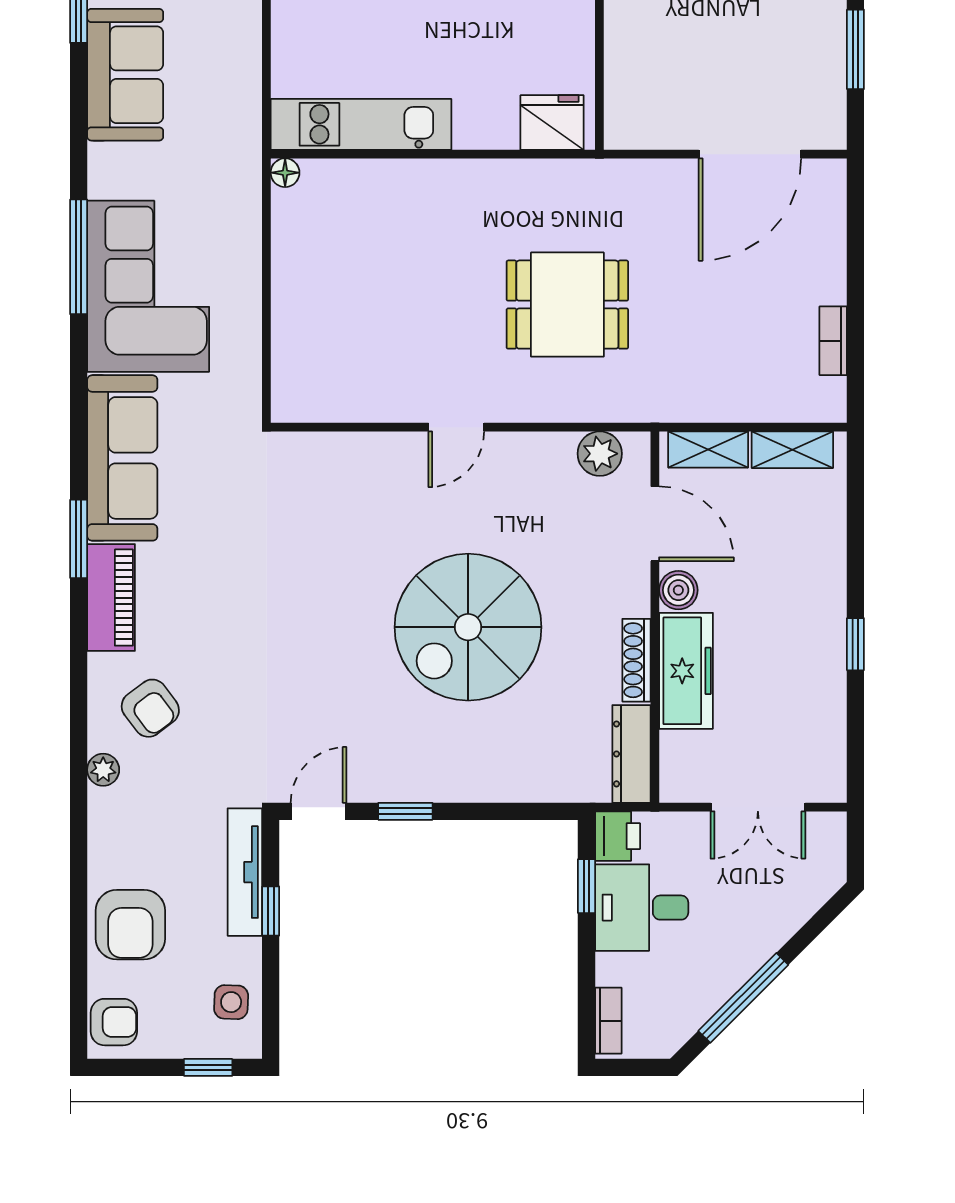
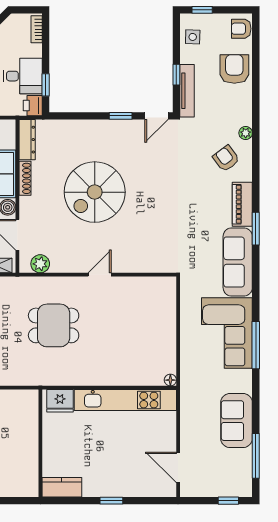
kitchen unit: (361, 124) -> (125, 400), width x1.36
spiral stairs: (468, 627) -> (95, 192), turned 180

